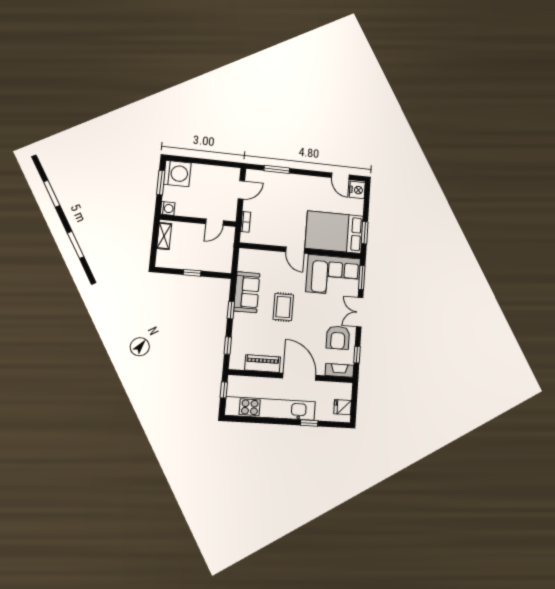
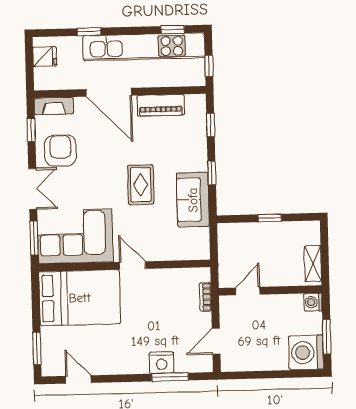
nightstand: (357, 190) -> (162, 363), moved, turned -90
window: (365, 233) -> (37, 348), moved
window: (248, 420) -> (173, 30), added

